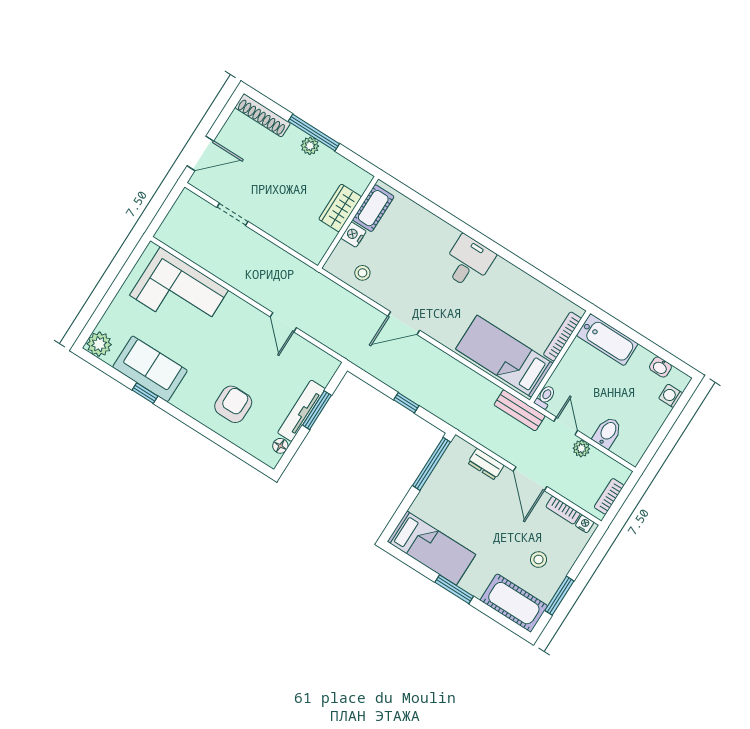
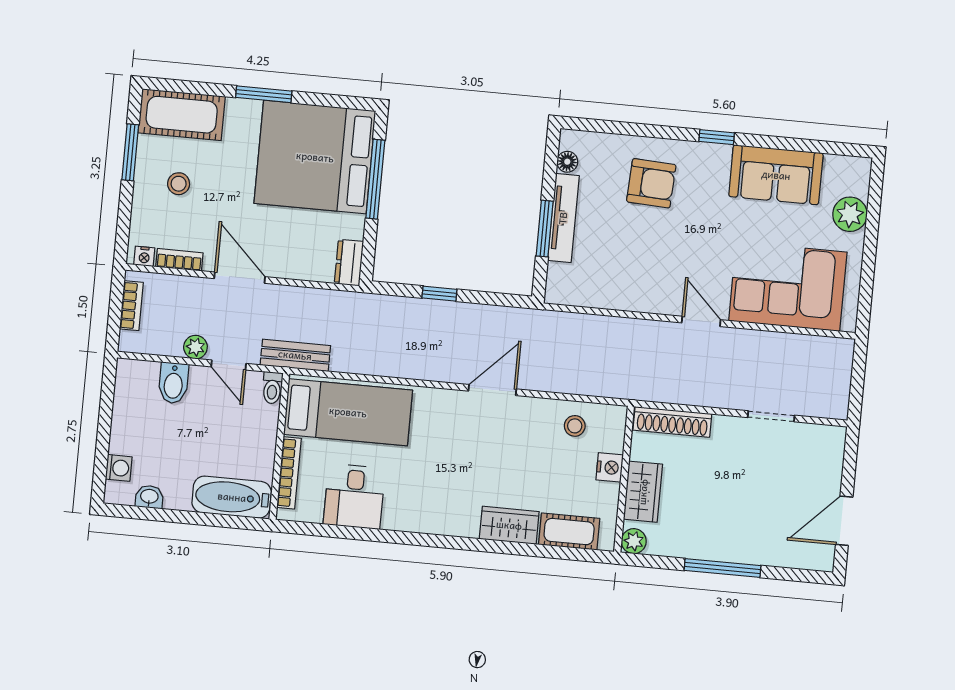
shoe rack: (263, 115) -> (672, 422), moved, turned 180
plant: (310, 146) -> (634, 541), moved
door: (200, 153) -> (844, 521), moved
cot: (373, 208) -> (569, 532), moved, turned 90
wardrobe: (437, 230) -> (509, 525), added
desk: (468, 262) -> (354, 496), moved
door: (283, 322) -> (701, 321), moved
plant: (99, 344) -> (850, 214), moved
window: (145, 393) -> (717, 137), moved
armchair: (233, 404) -> (651, 183), turned -87
window: (432, 464) -> (375, 179), moved
dresser: (486, 464) -> (349, 263), moved, turned -90
bed: (431, 548) -> (315, 157), width x2.04

